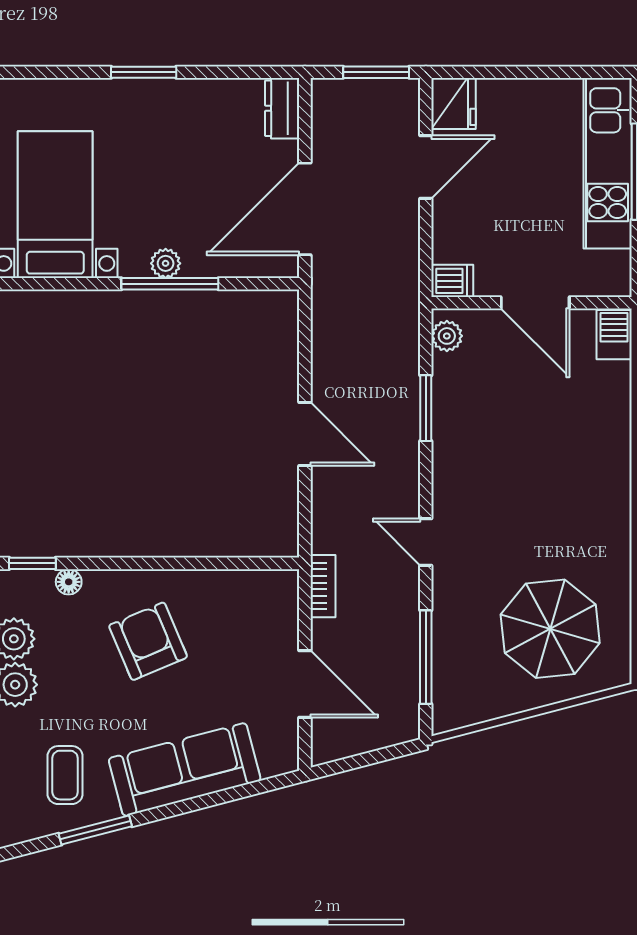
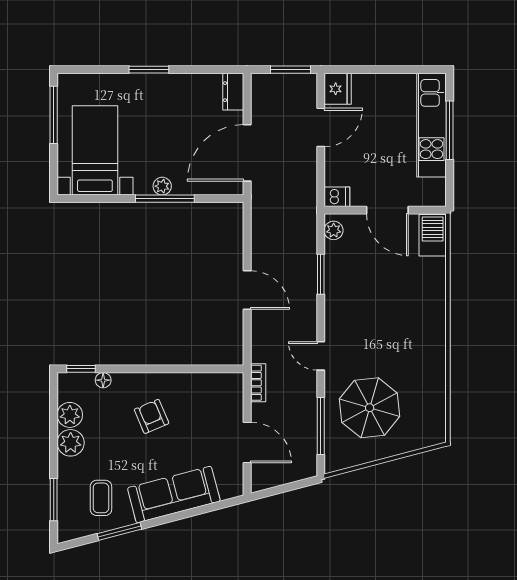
barbecue: (614, 335) -> (433, 235), width x1.38, depth x1.27
parasol: (550, 629) -> (370, 408), moved
armchair: (148, 641) -> (152, 416), width x0.72, depth x0.72

